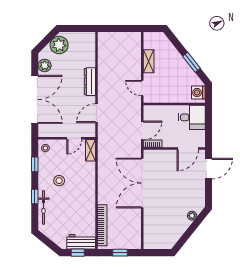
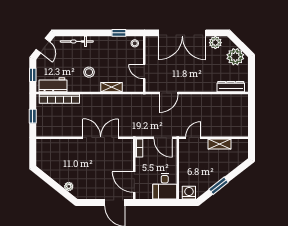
dresser: (90, 82) -> (231, 87), moved
door: (96, 113) -> (169, 93), swing flipped
door: (142, 130) -> (163, 138), moved
shelving: (90, 150) -> (111, 87), moved
stool: (59, 181) -> (89, 72), moved
double door: (142, 183) -> (101, 138), width x0.73
window: (35, 196) -> (88, 33), removed
door: (48, 242) -> (43, 46), added
workbench: (81, 242) -> (53, 85), moved, turned -90

